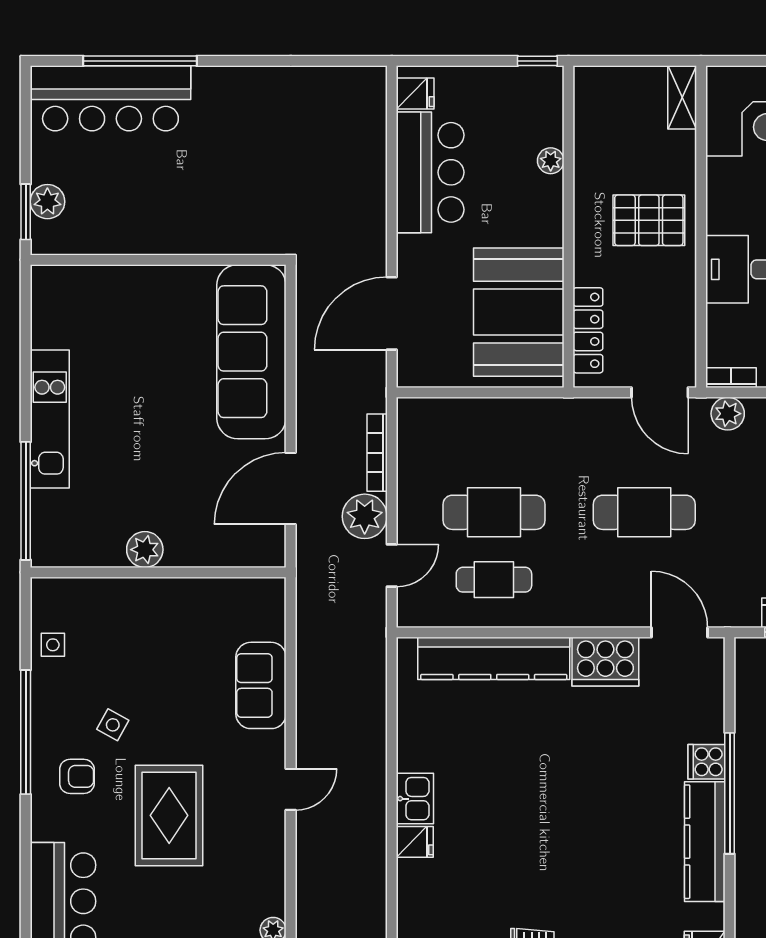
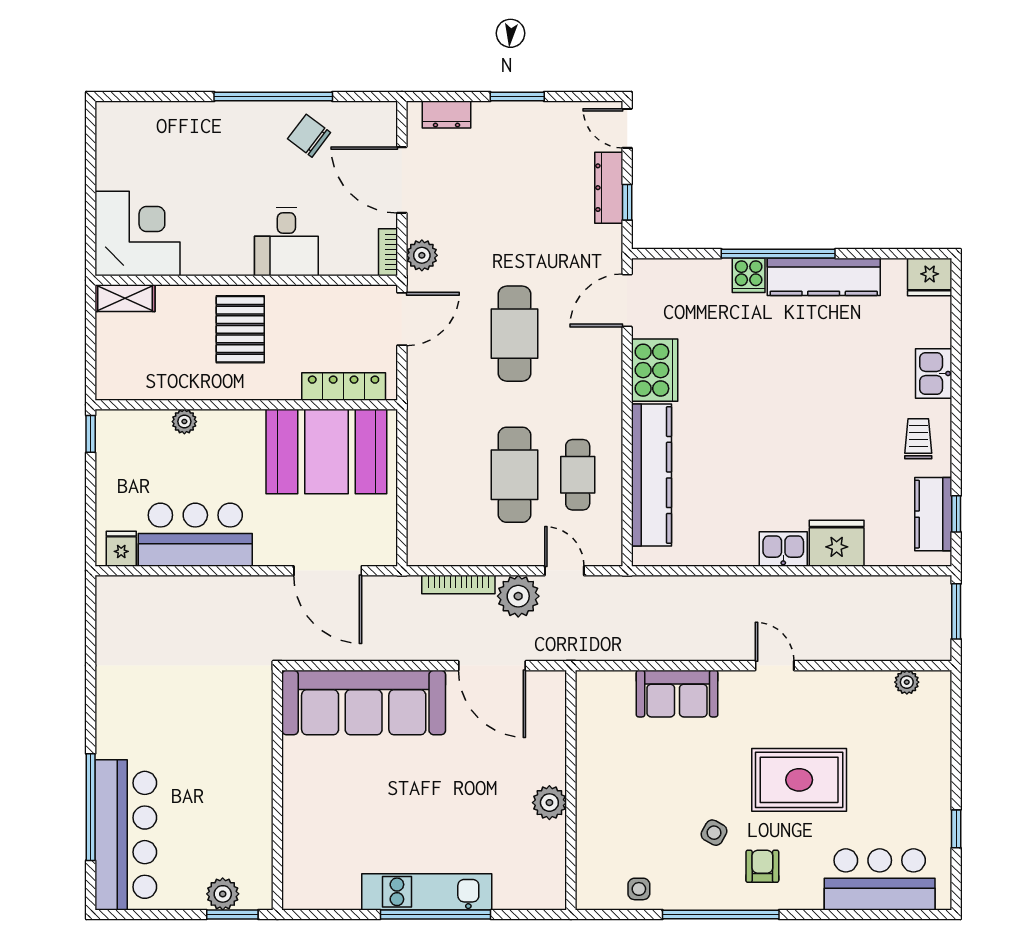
window: (26, 501) -> (435, 915), moved
fridge: (415, 842) -> (837, 543), width x1.88, depth x1.34

